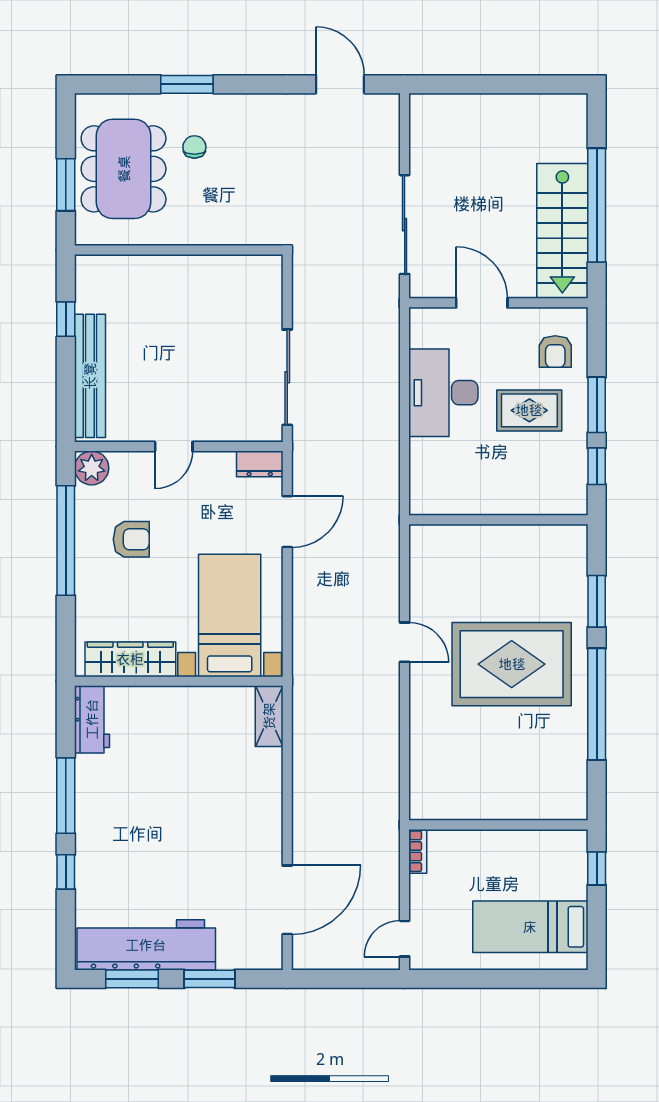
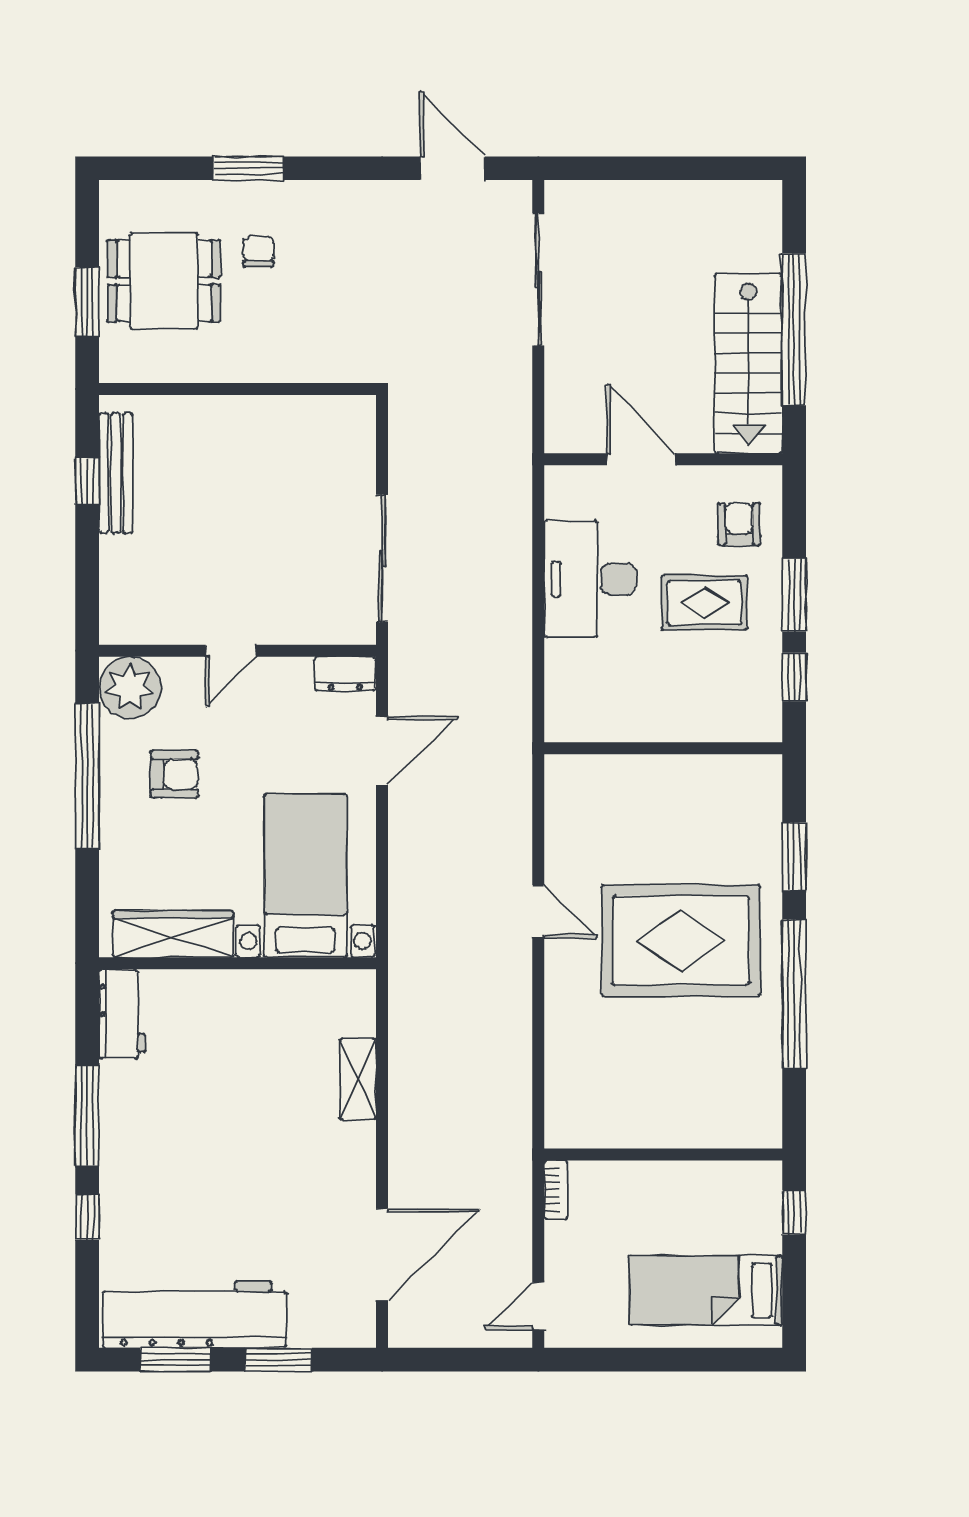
dining table: (124, 169) -> (164, 281), width x0.73
sliding door: (405, 225) -> (538, 279), moved
armchair: (555, 352) -> (739, 524), turned 180
bench: (90, 376) -> (116, 473), moved, width x0.73, depth x0.82
plant: (92, 468) -> (130, 688), width x1.36, depth x1.36
shelving: (269, 716) -> (358, 1079), moved

